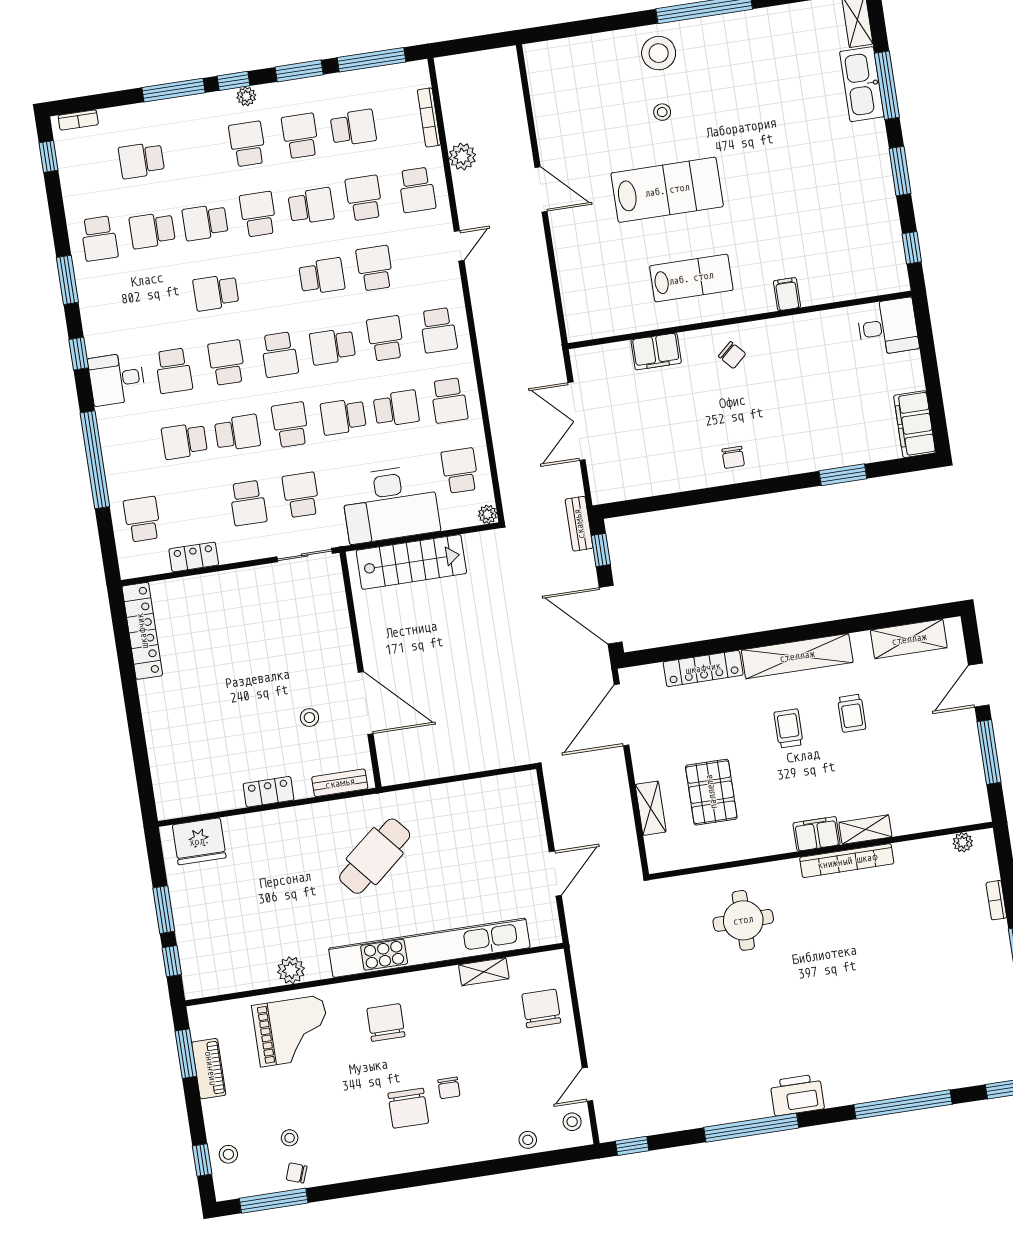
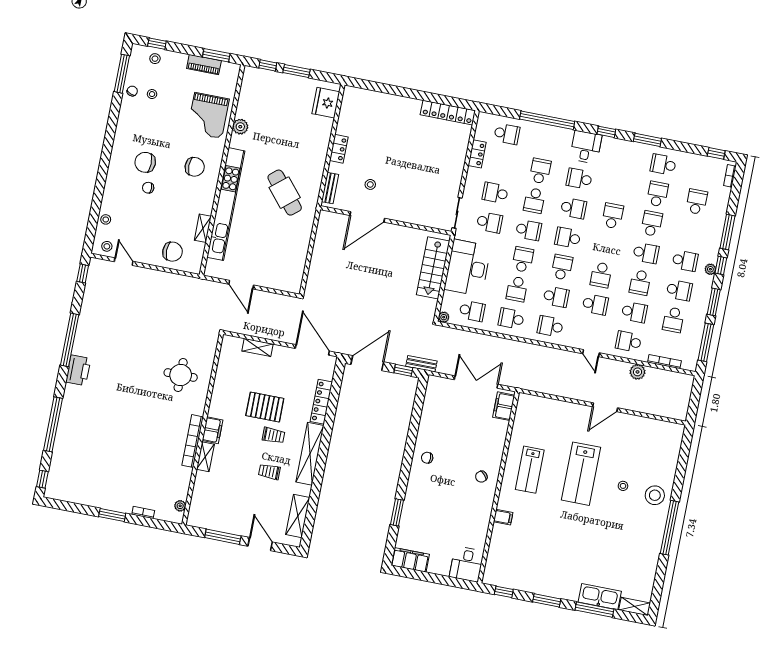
filing cabinet: (656, 351) -> (504, 406), moved
pallet: (711, 792) -> (265, 407), moved

